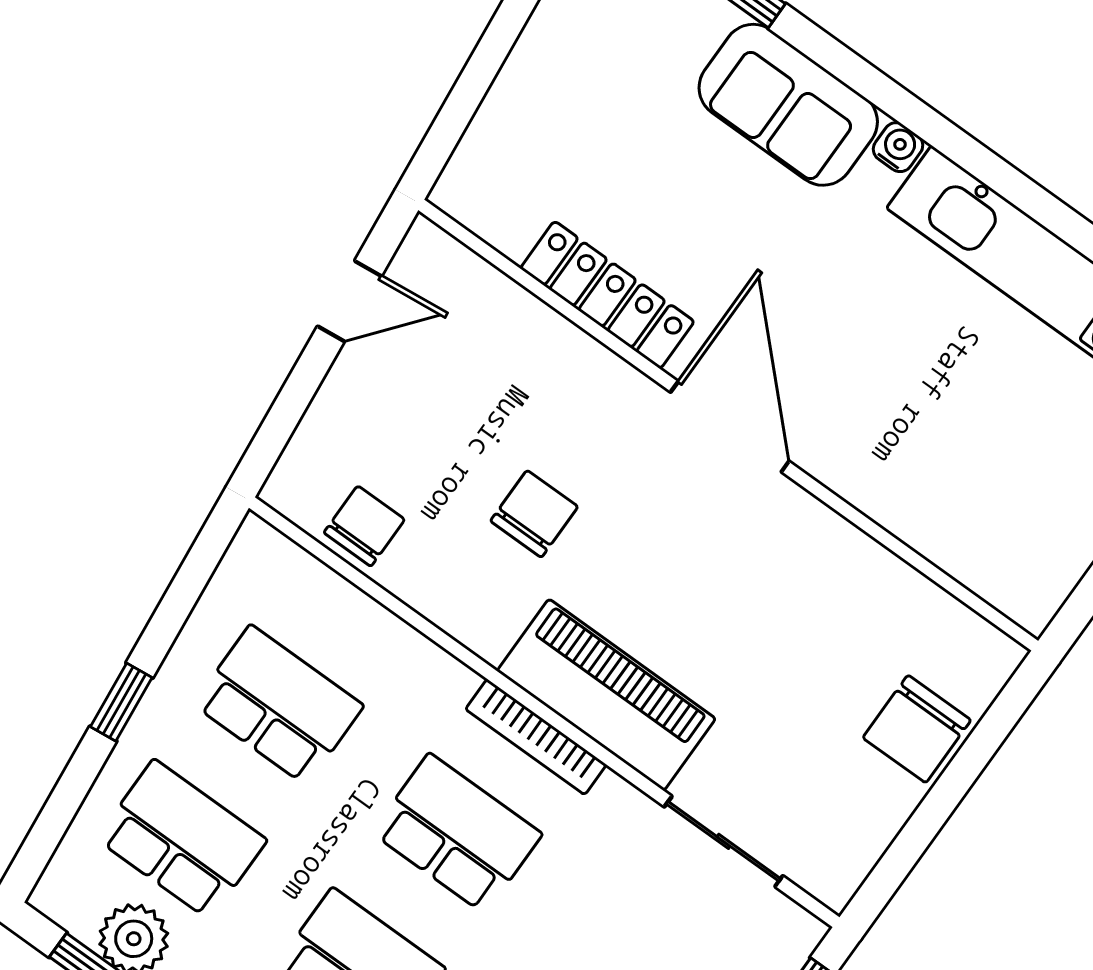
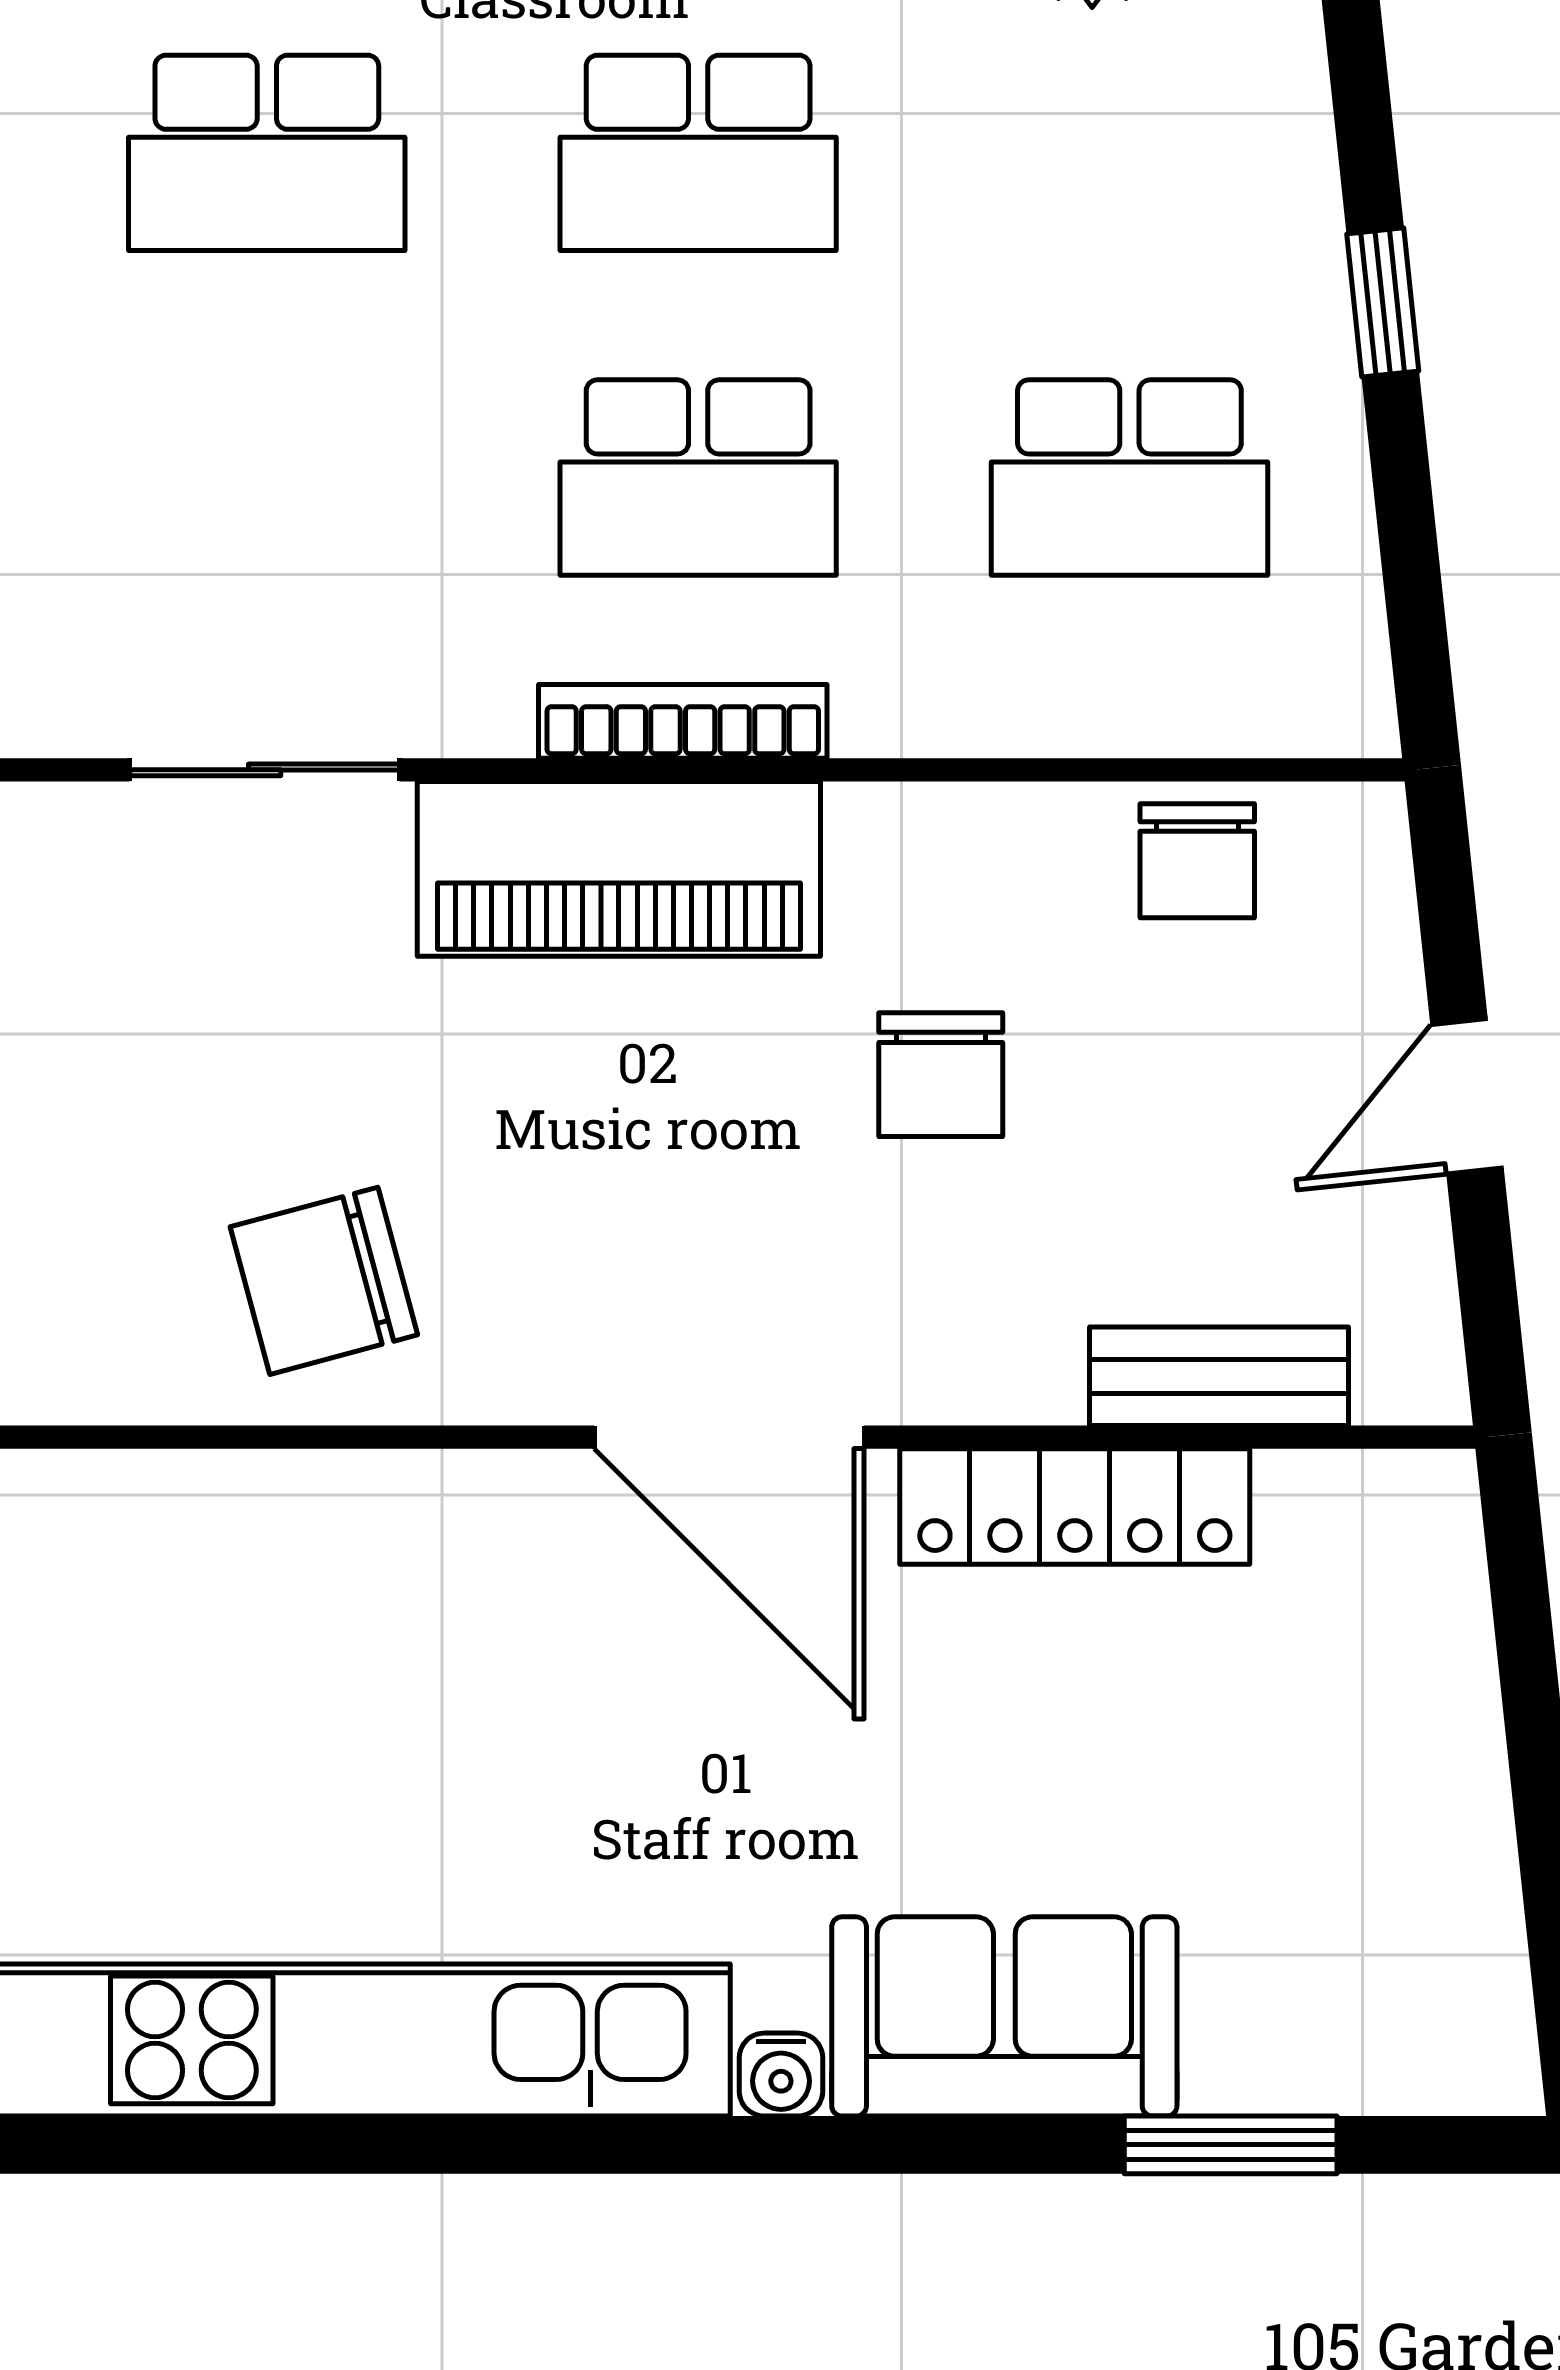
door: (349, 301) -> (1467, 1096), moved
bench: (509, 306) -> (1219, 1376), added
chair: (917, 729) -> (324, 1281), moved, turned -105
school desk: (182, 839) -> (1129, 153), removed

